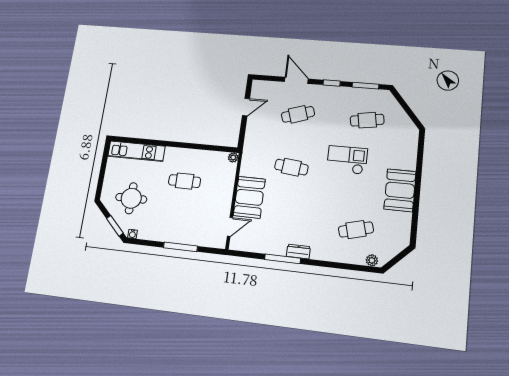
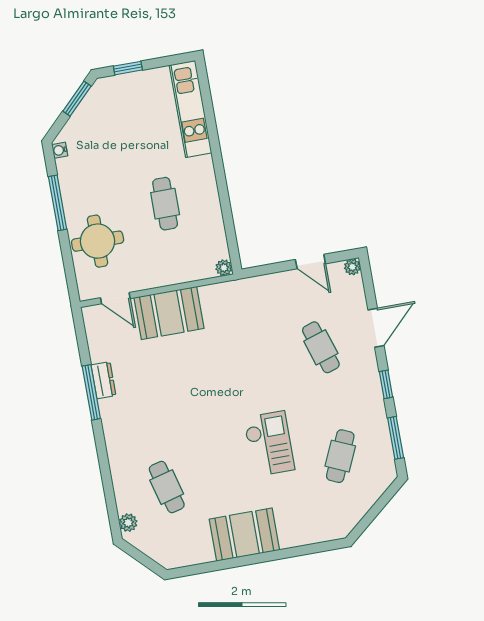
plant: (257, 85) -> (352, 267), added
cafe table: (367, 120) -> (340, 456), turned 33
cafe table: (291, 167) -> (234, 363), removed
window: (101, 180) -> (128, 68), added
round table: (131, 198) -> (98, 241), moved
window: (115, 226) -> (77, 99), moved
window: (180, 247) -> (58, 203), moved
dresser: (298, 251) -> (103, 380), moved

